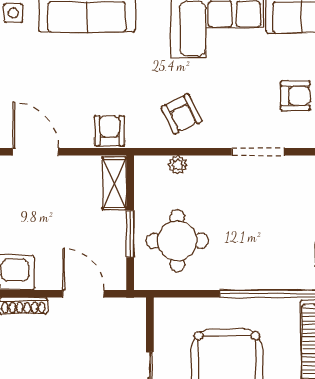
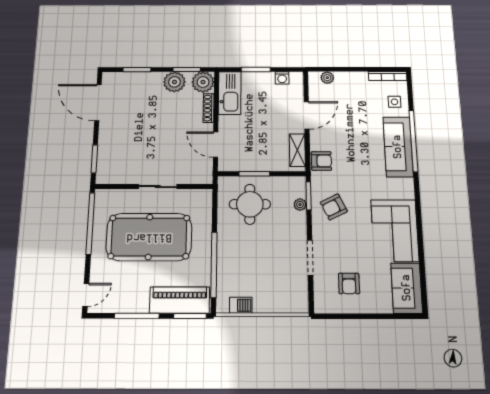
window: (164, 152) -> (309, 196), added
shelving: (114, 183) -> (297, 150), moved, turned 90
door: (83, 294) -> (216, 145), swing flipped

